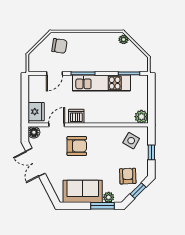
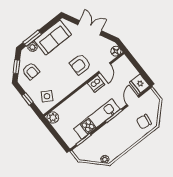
fridge: (36, 112) -> (139, 84), moved
double door: (35, 162) -> (90, 28), moved

